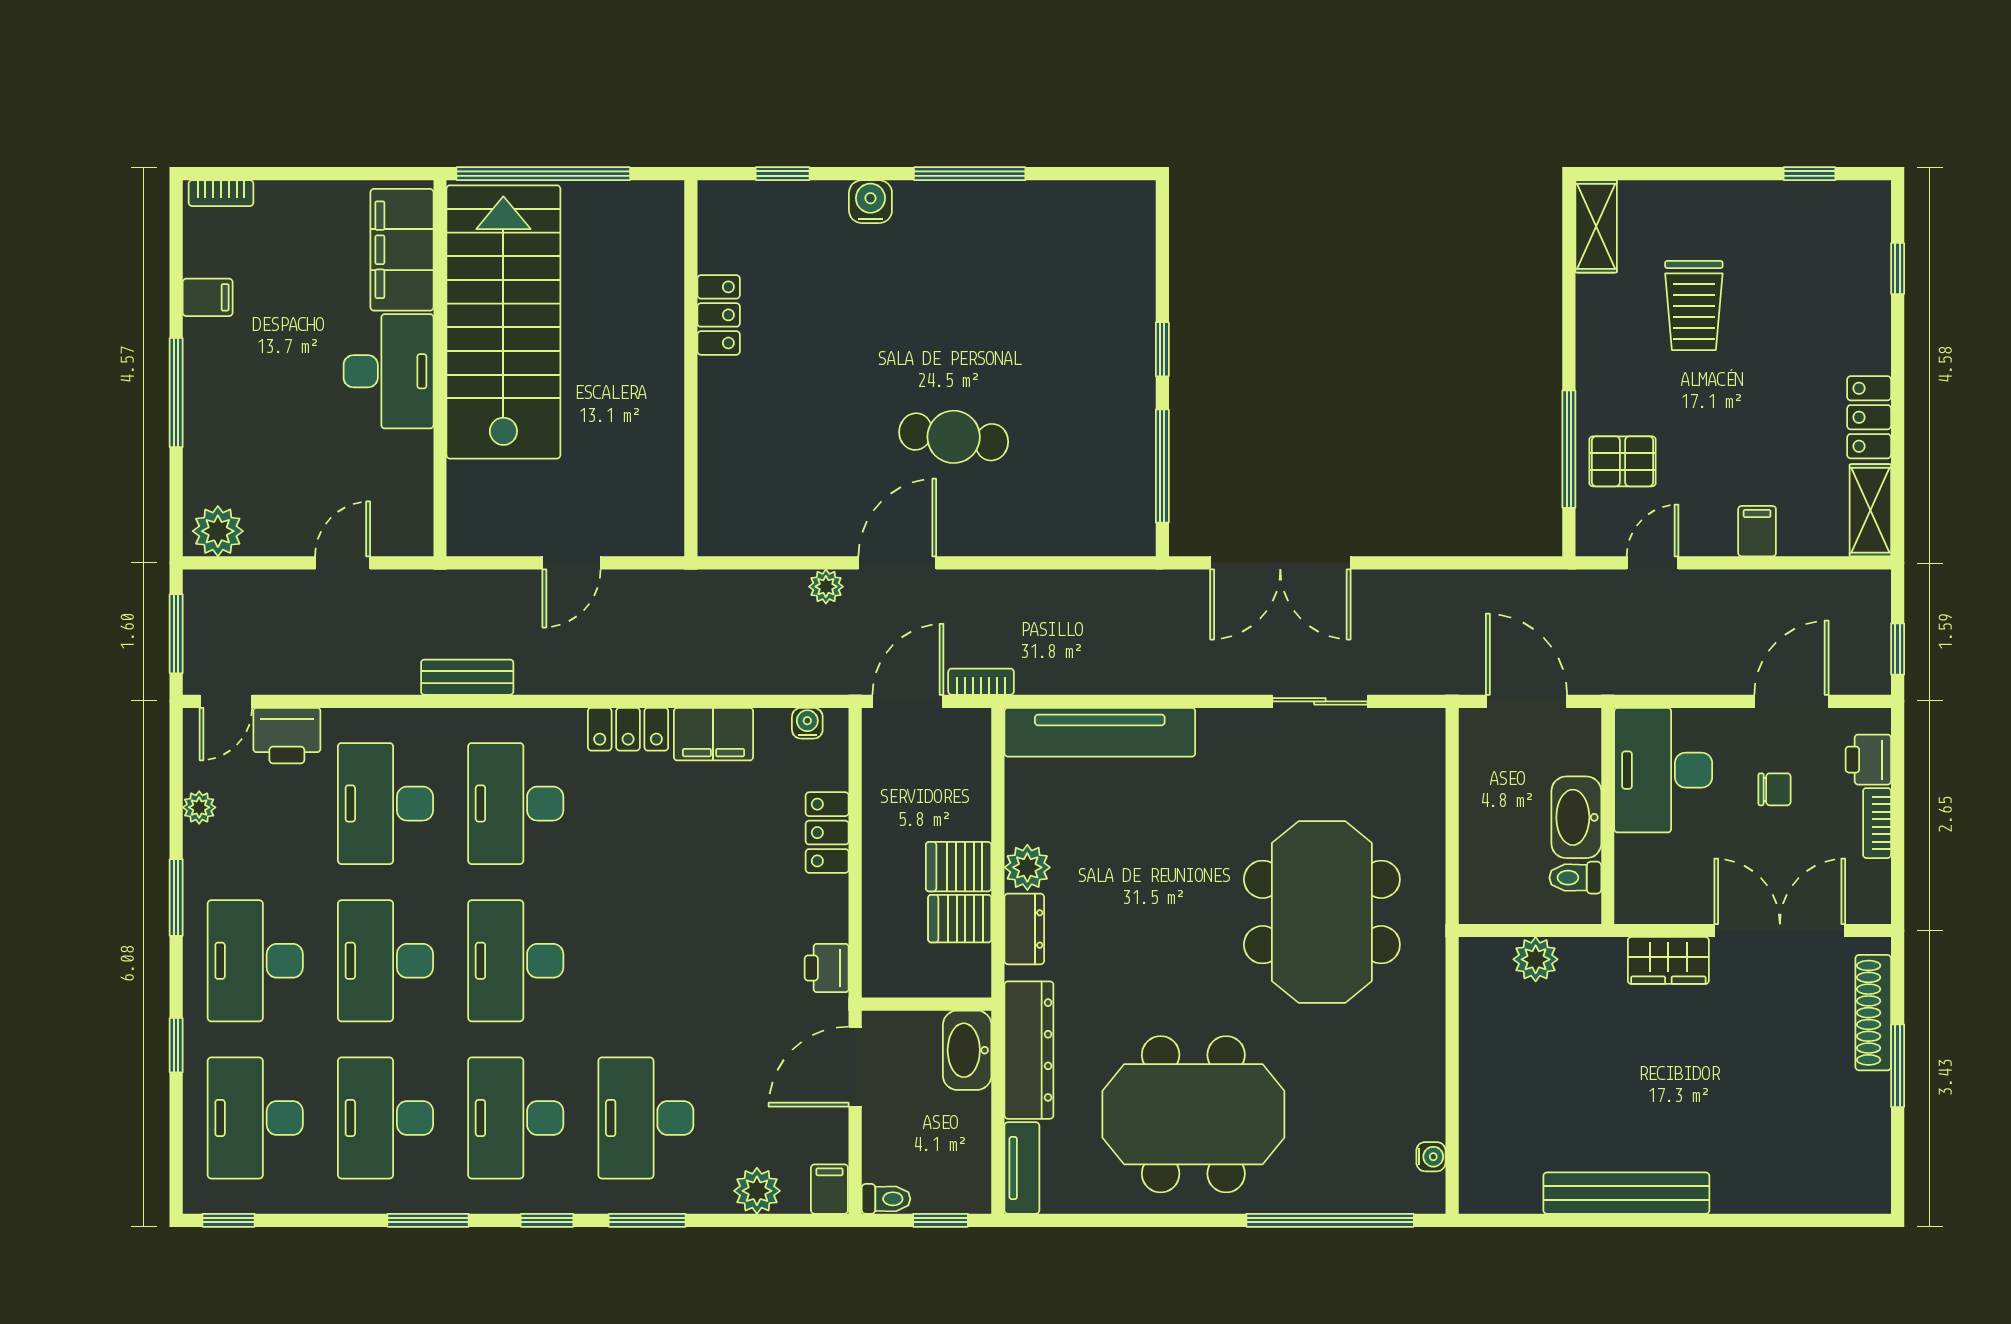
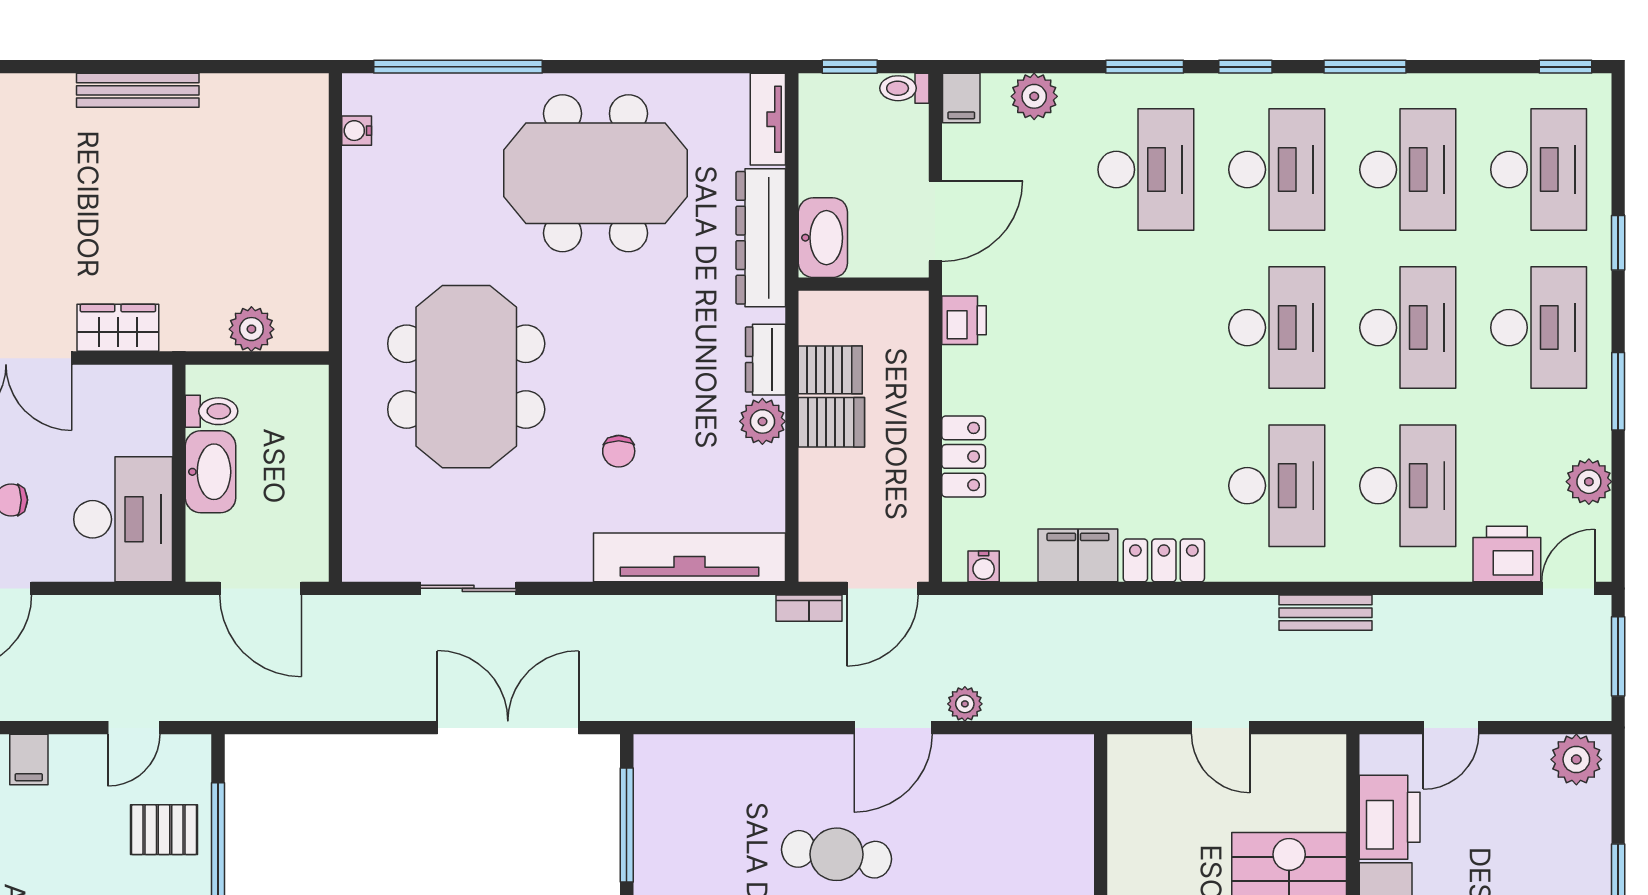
printer: (403, 474) -> (1390, 817), added
door: (571, 563) -> (1221, 728), swing flipped
plant: (199, 807) -> (1589, 482), width x1.38, depth x1.38
chair: (1170, 838) -> (619, 451), added
bench: (1626, 1193) -> (138, 90), width x0.73, depth x0.82

